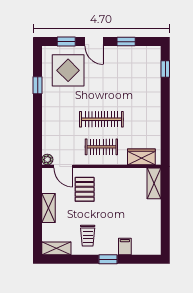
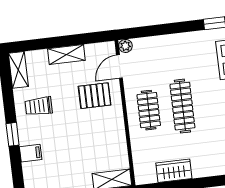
wardrobe: (141, 157) -> (174, 171), moved, turned -90

